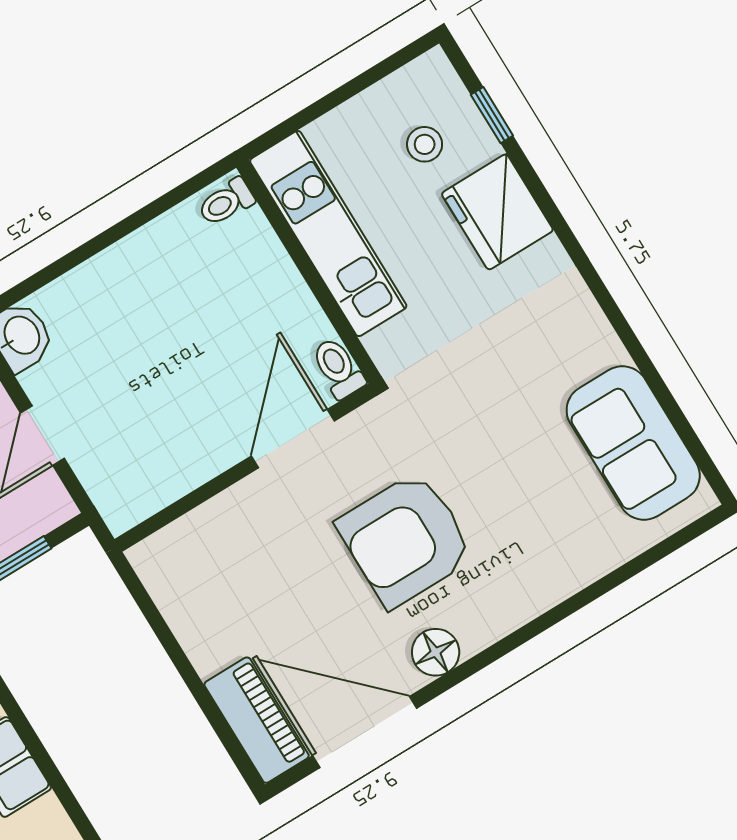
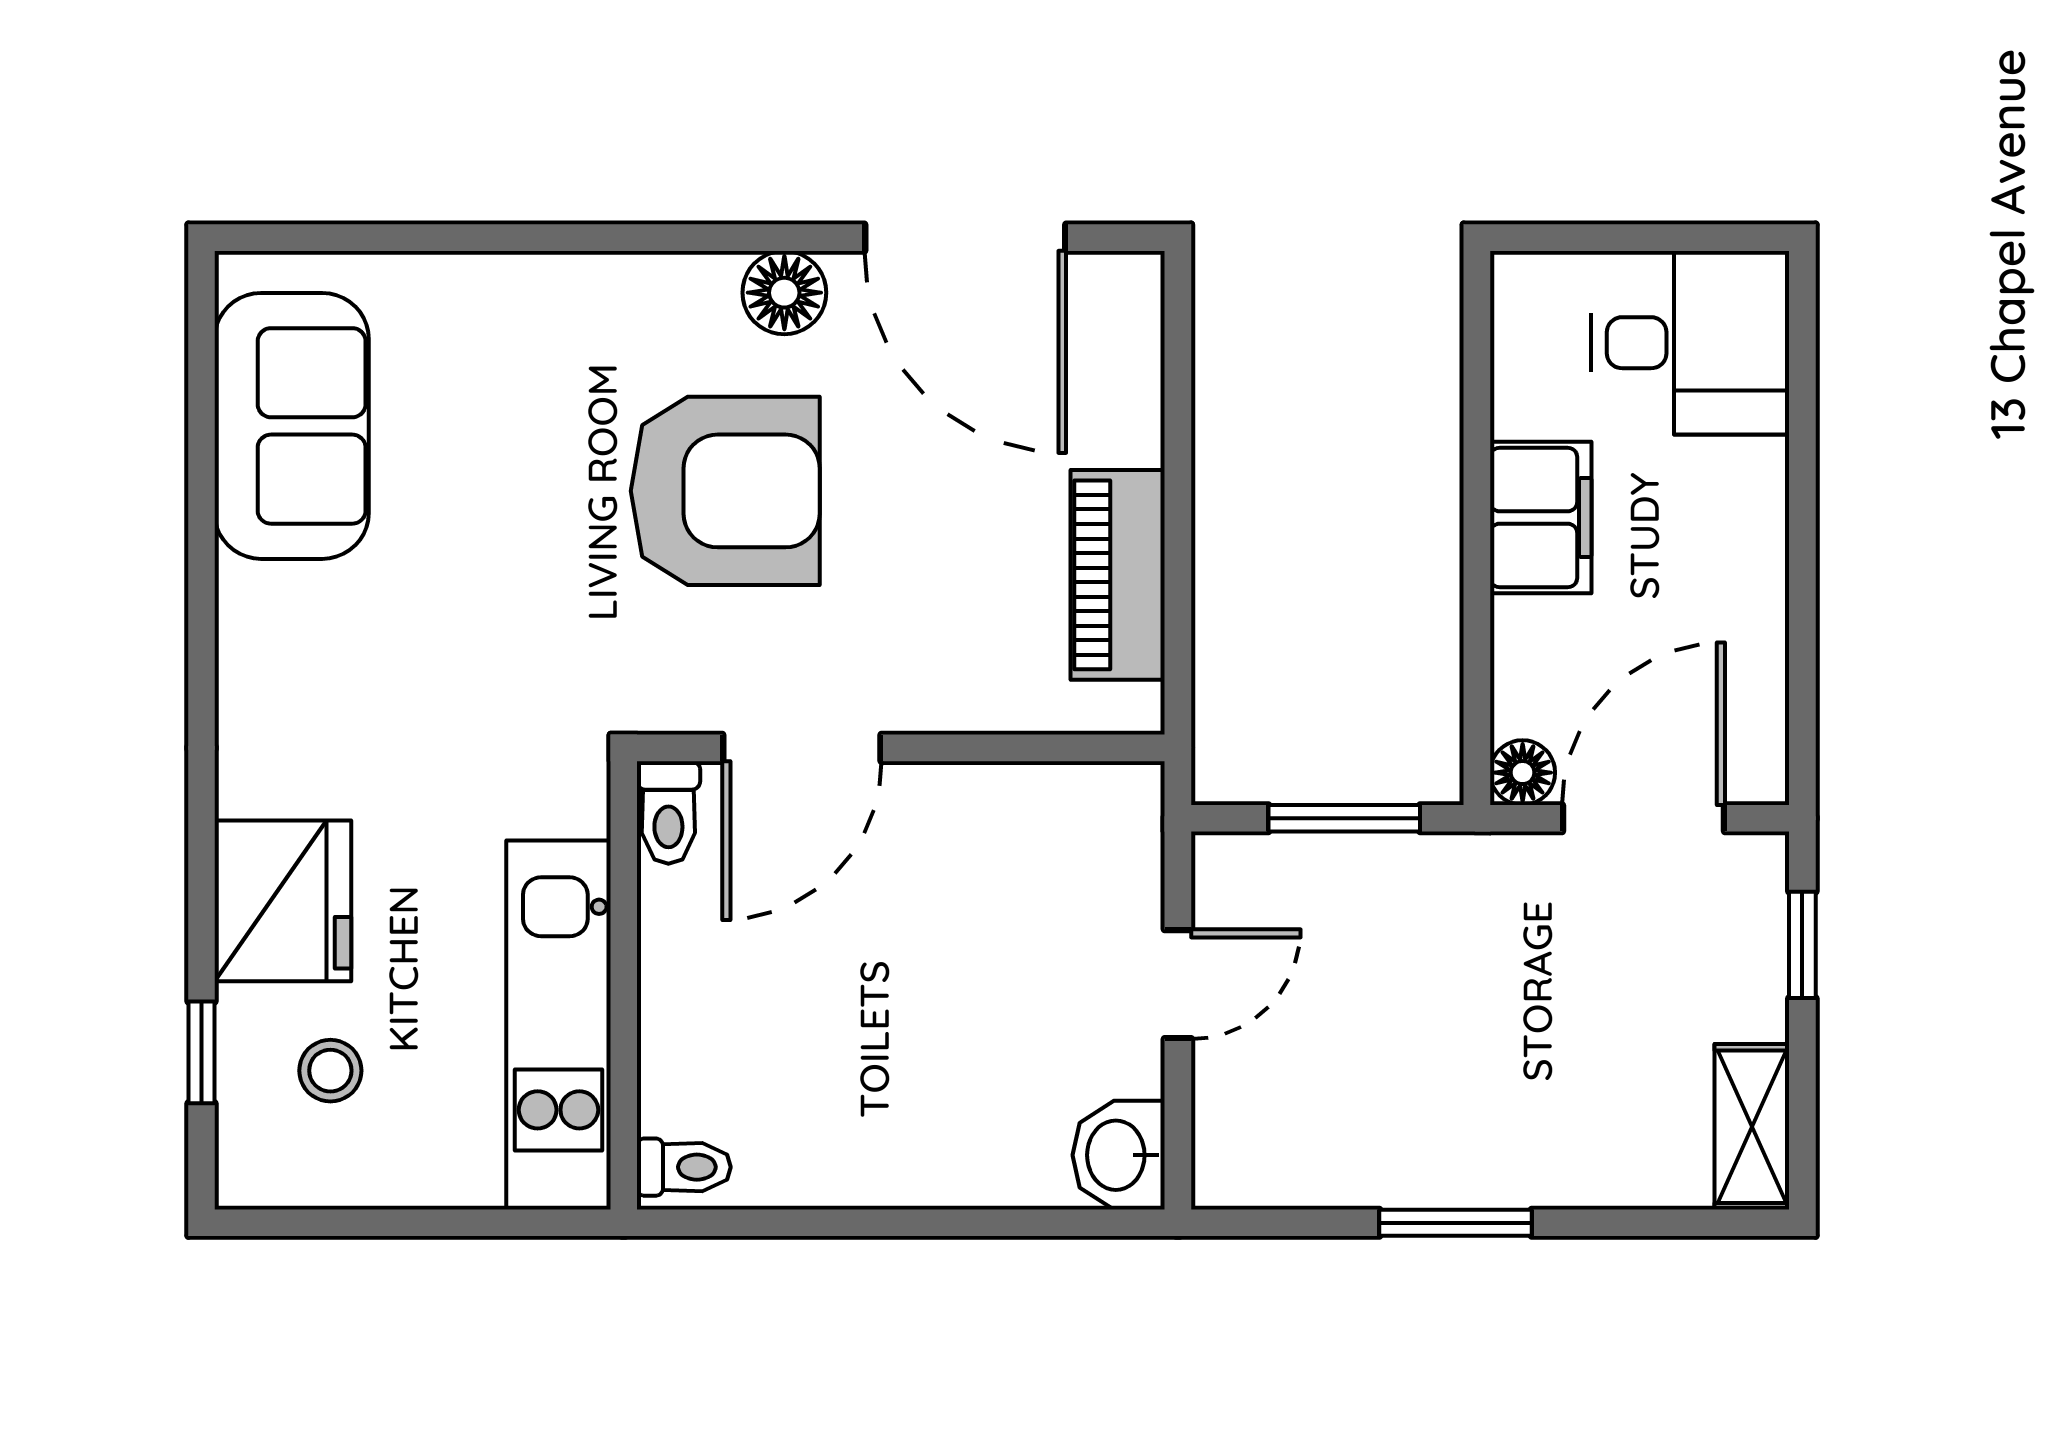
piano: (257, 720) -> (1118, 575), moved

